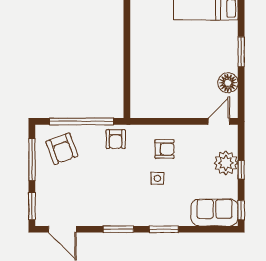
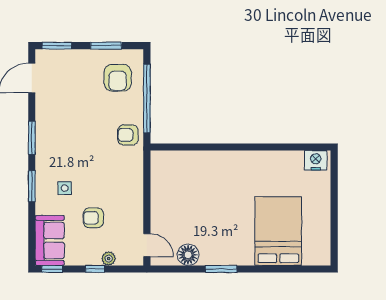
armchair: (62, 149) -> (118, 78), turned -70
armchair: (164, 149) -> (93, 218), moved, turned 90
window: (32, 160) -> (106, 46), width x0.69
plant: (226, 163) -> (109, 259), width x0.53, depth x0.53
side table: (157, 178) -> (65, 188), moved

